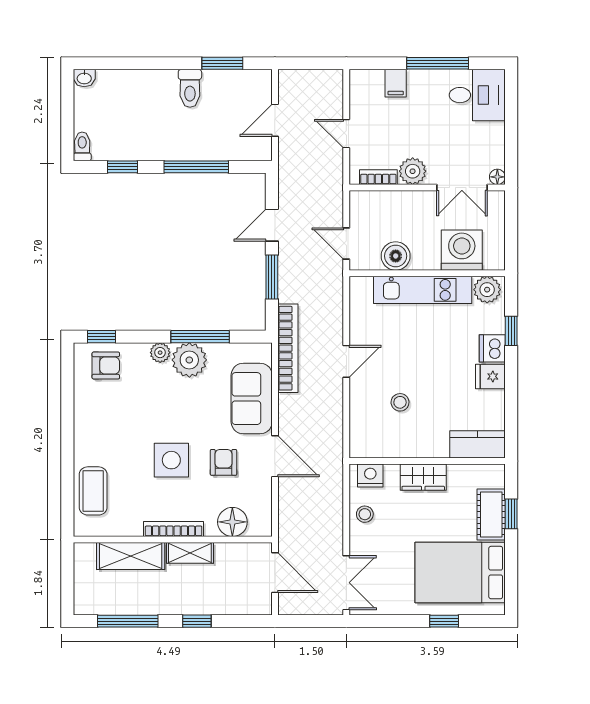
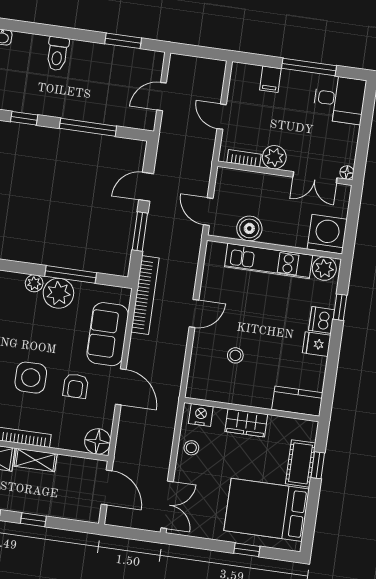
toilet: (190, 88) -> (57, 54), moved
washing machine: (462, 250) -> (327, 234), moved
armchair: (223, 462) -> (76, 386), turned 180
floor lamp: (232, 522) -> (98, 441), moved

